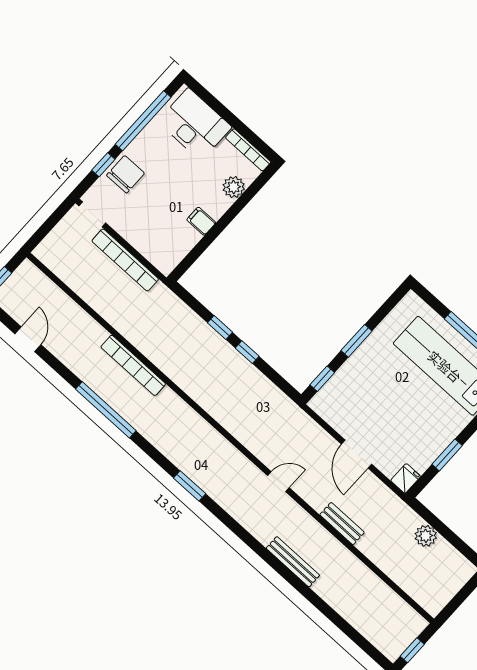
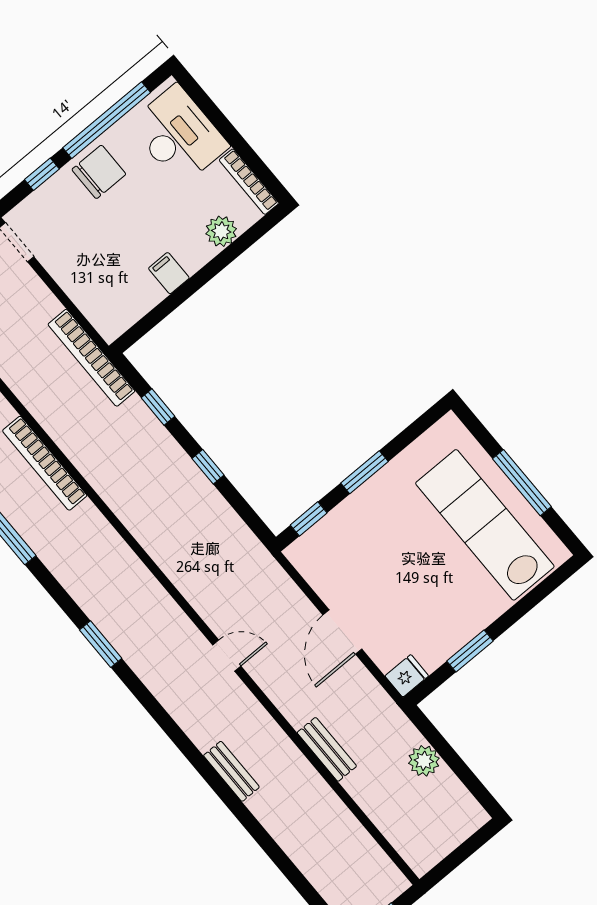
chair: (126, 174) -> (99, 172), moved
bookcase: (125, 260) -> (91, 358), moved
window: (220, 328) -> (158, 407), moved
bench: (342, 524) -> (327, 749), moved
bench: (293, 562) -> (231, 771), width x0.73

